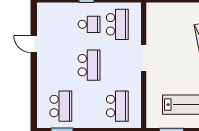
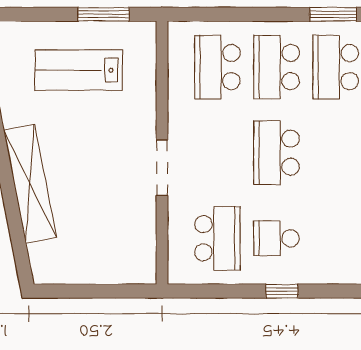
school desk: (117, 24) -> (217, 238), turned 180
school desk: (89, 106) -> (277, 67), added

